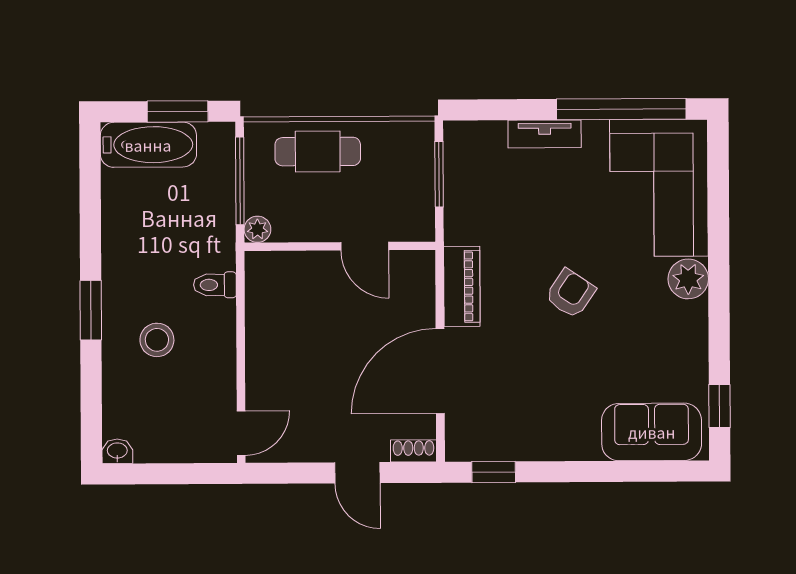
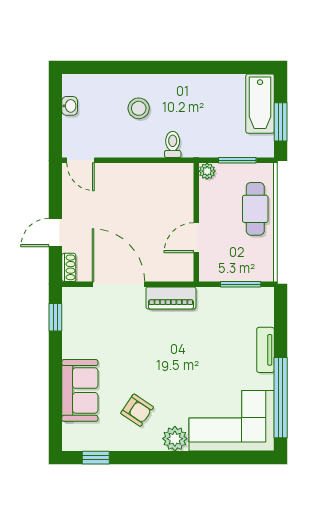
window: (240, 181) -> (237, 160), width x0.69
armchair: (570, 294) -> (137, 410), moved
window: (91, 310) -> (157, 67), removed
sofa: (652, 432) -> (80, 390), moved
washbasin: (117, 451) -> (70, 106), moved

